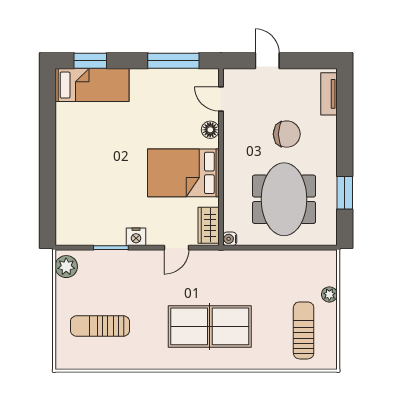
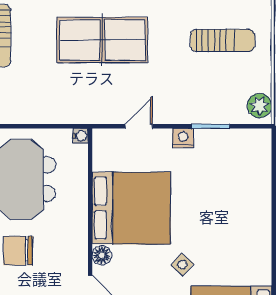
side table: (137, 121) -> (182, 265), added
bed: (183, 173) -> (131, 208), width x1.36
wardrobe: (209, 225) -> (104, 151), removed

